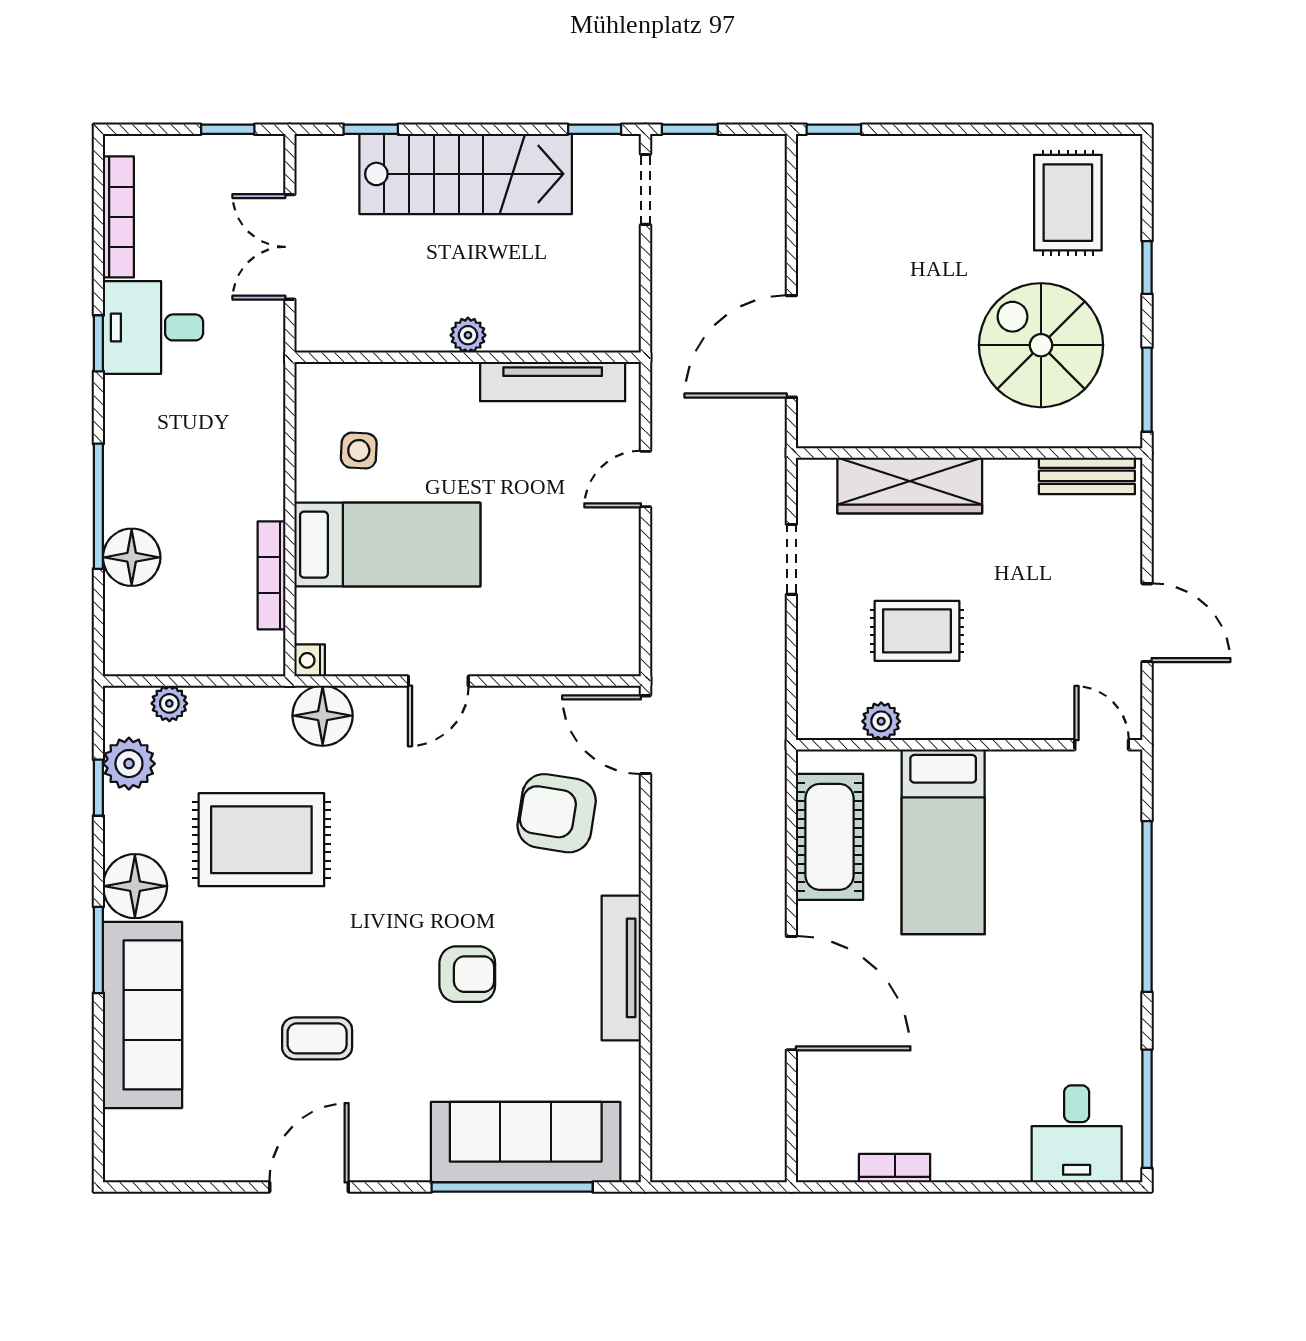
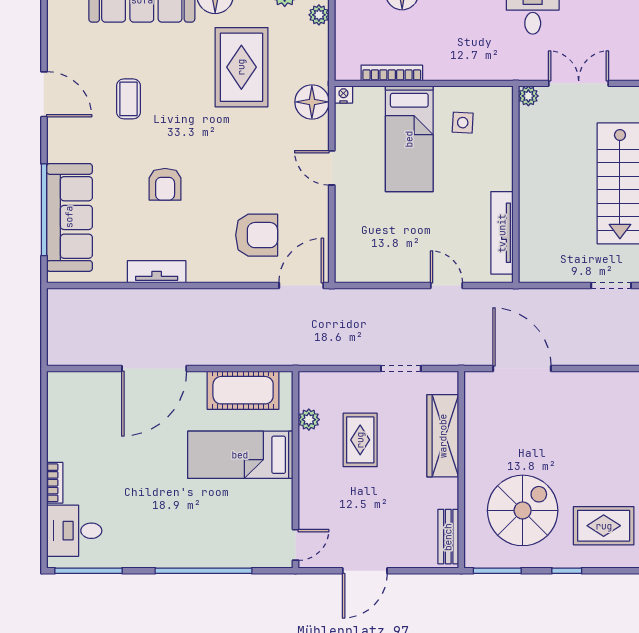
plant: (468, 335) -> (528, 96), moved
armchair: (557, 813) -> (257, 235), turned 81
tv unit: (621, 968) -> (157, 272), width x0.71
bookcase: (895, 1168) -> (55, 483), moved

